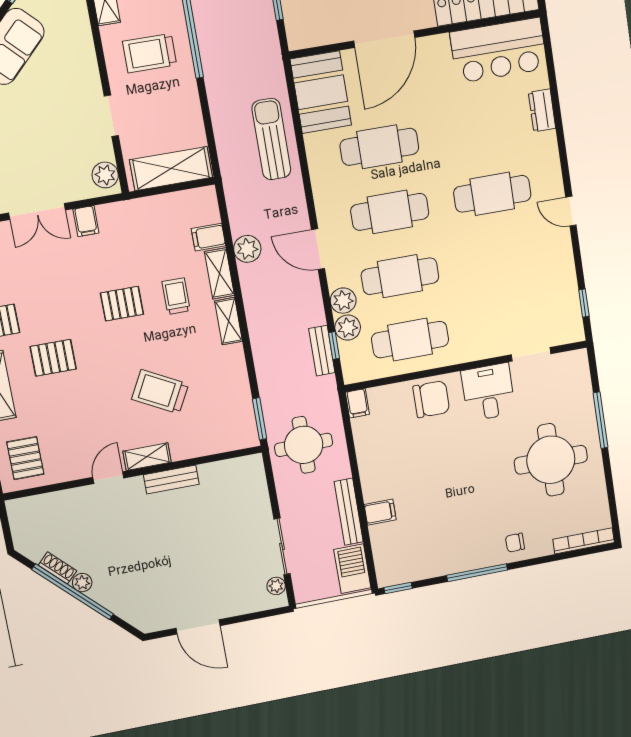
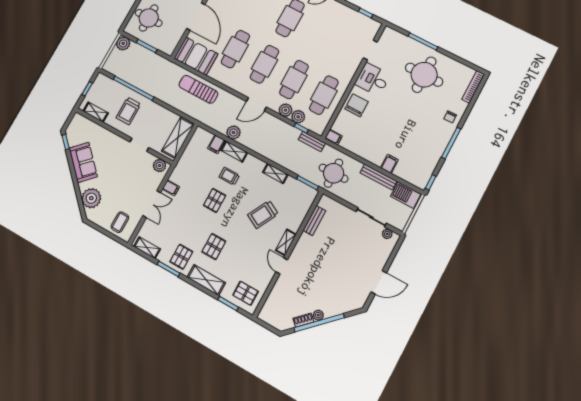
shelving: (229, 321) -> (275, 173), moved
bench: (322, 351) -> (312, 141), moved
bench: (171, 479) -> (314, 221), moved

